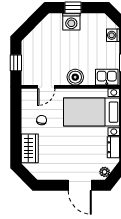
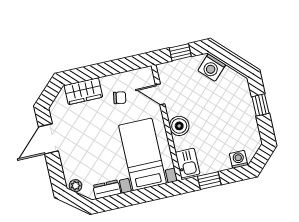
washing machine: (71, 22) -> (212, 68), moved, turned -45
door: (80, 185) -> (48, 139), moved

